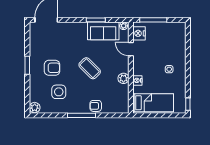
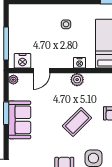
sofa: (103, 31) -> (20, 120), moved
coffee table: (90, 68) -> (77, 122), moved

